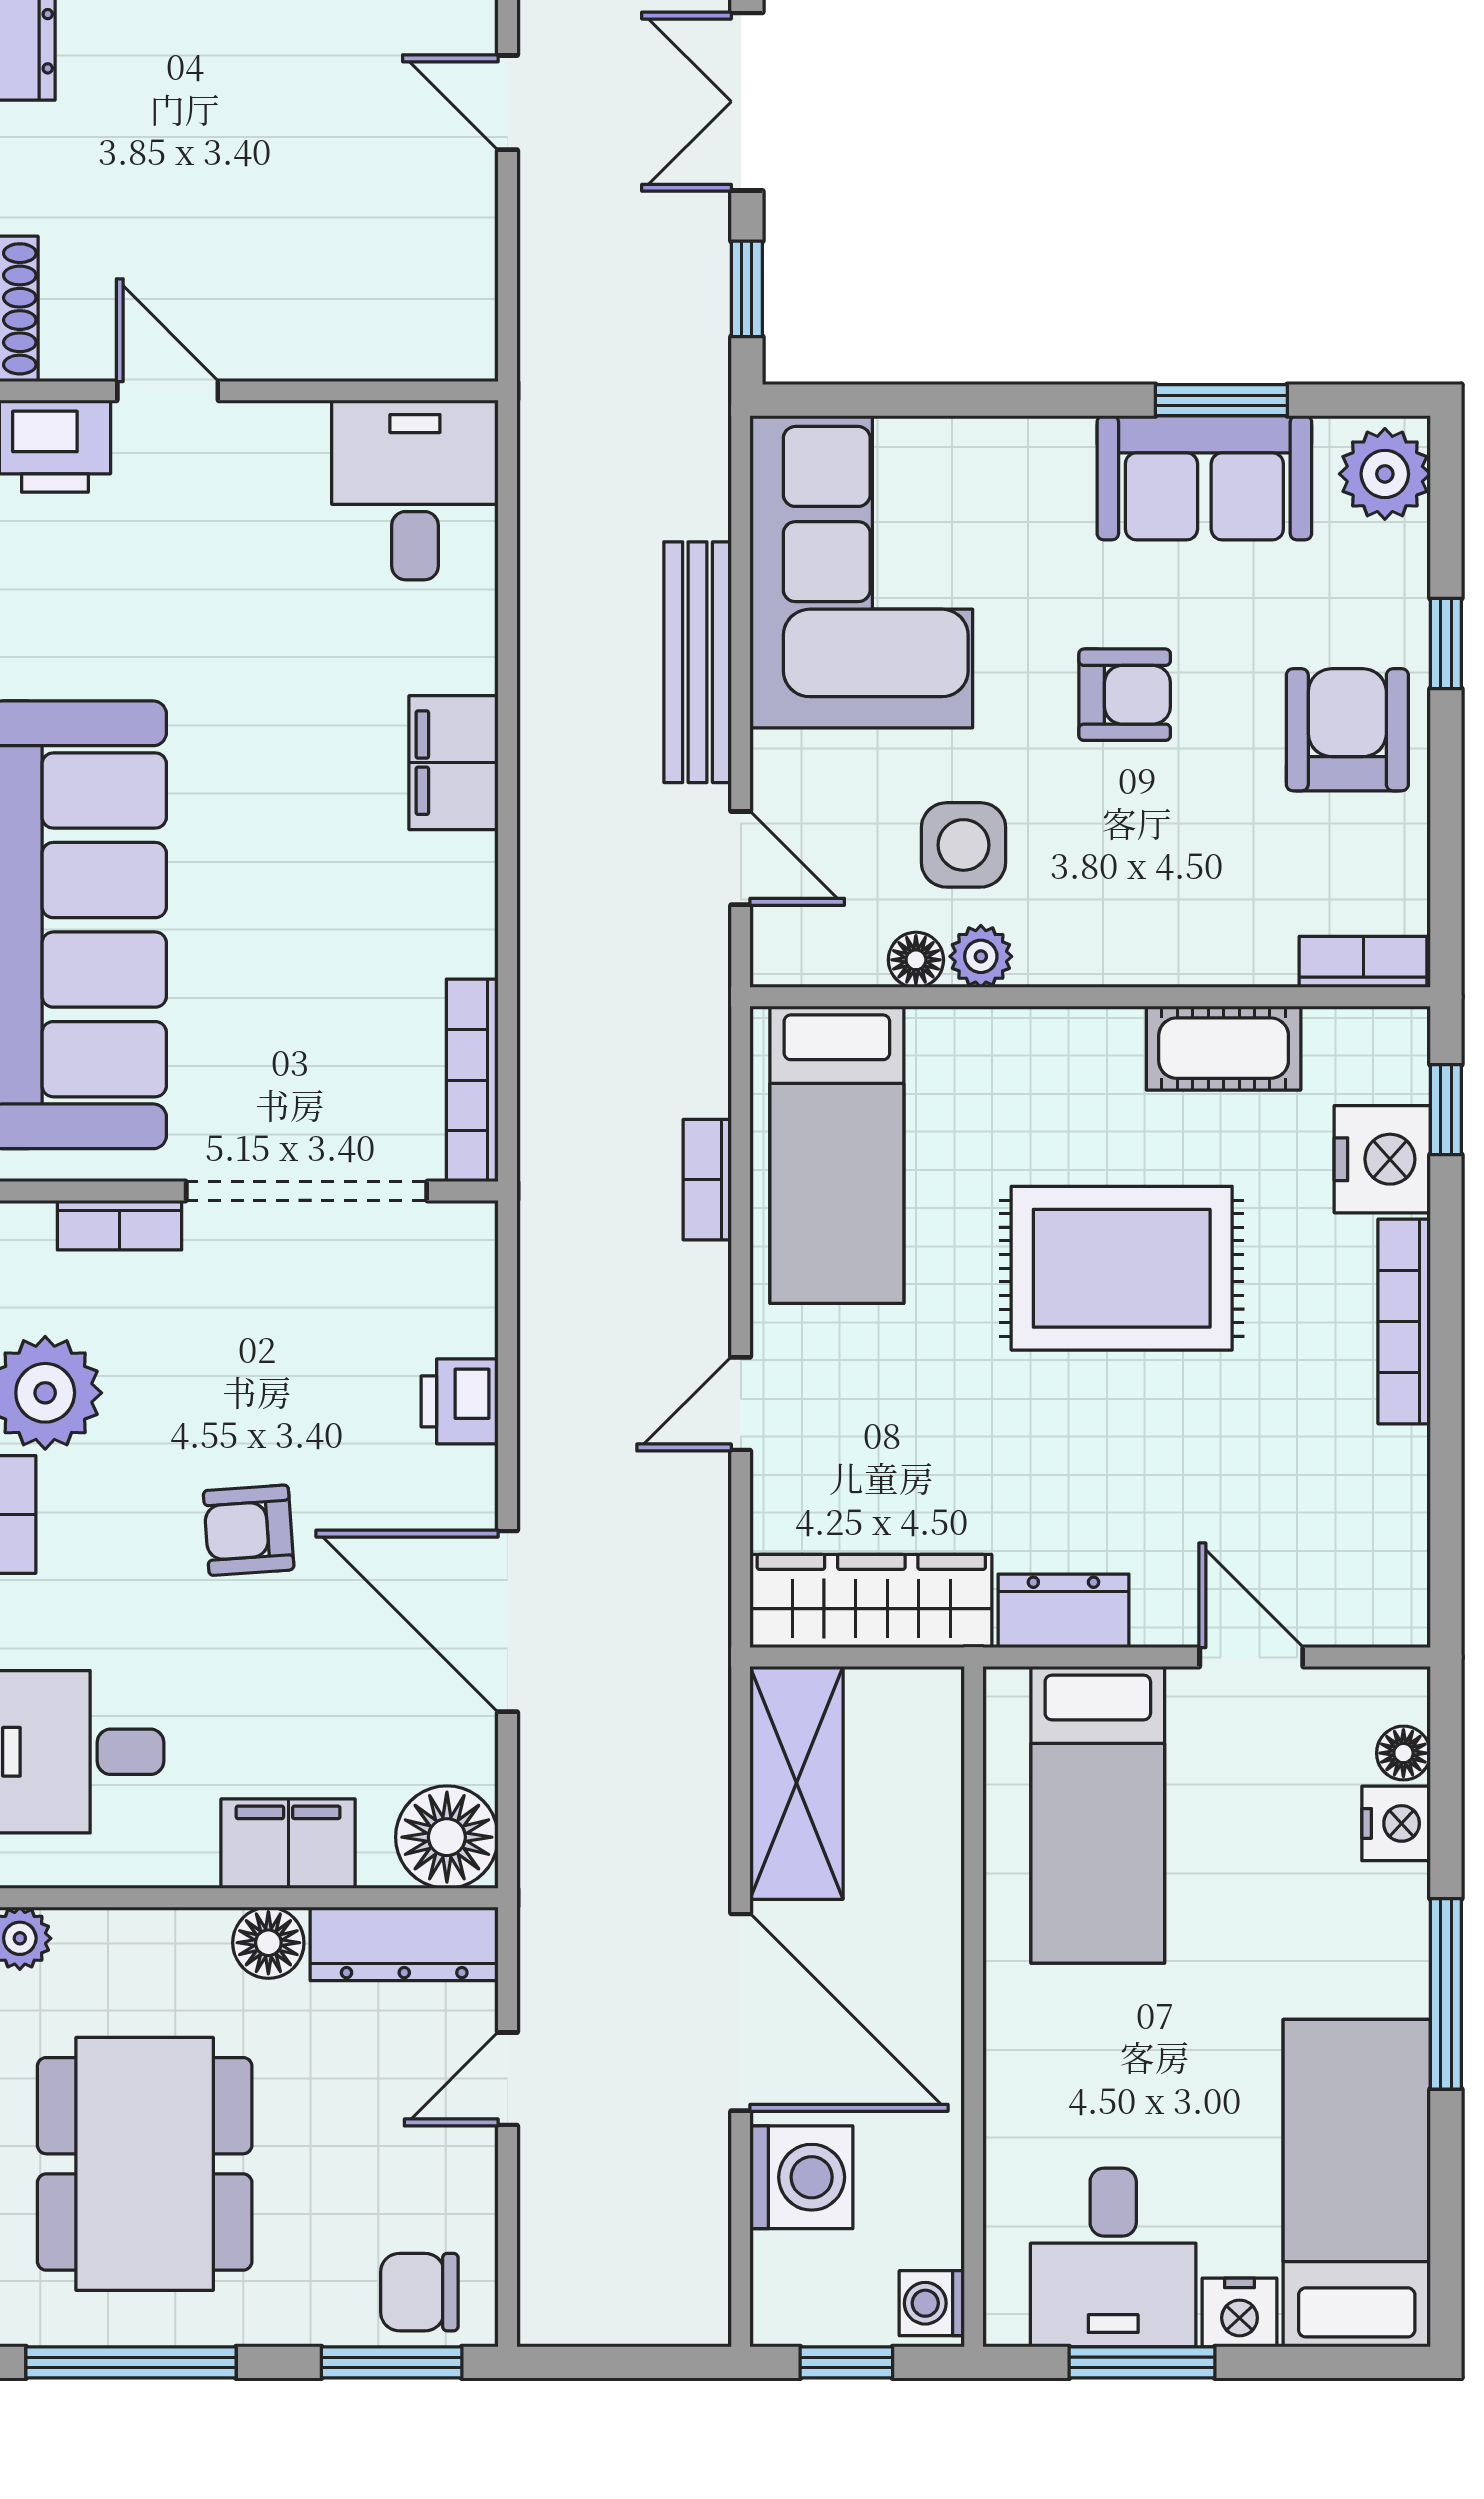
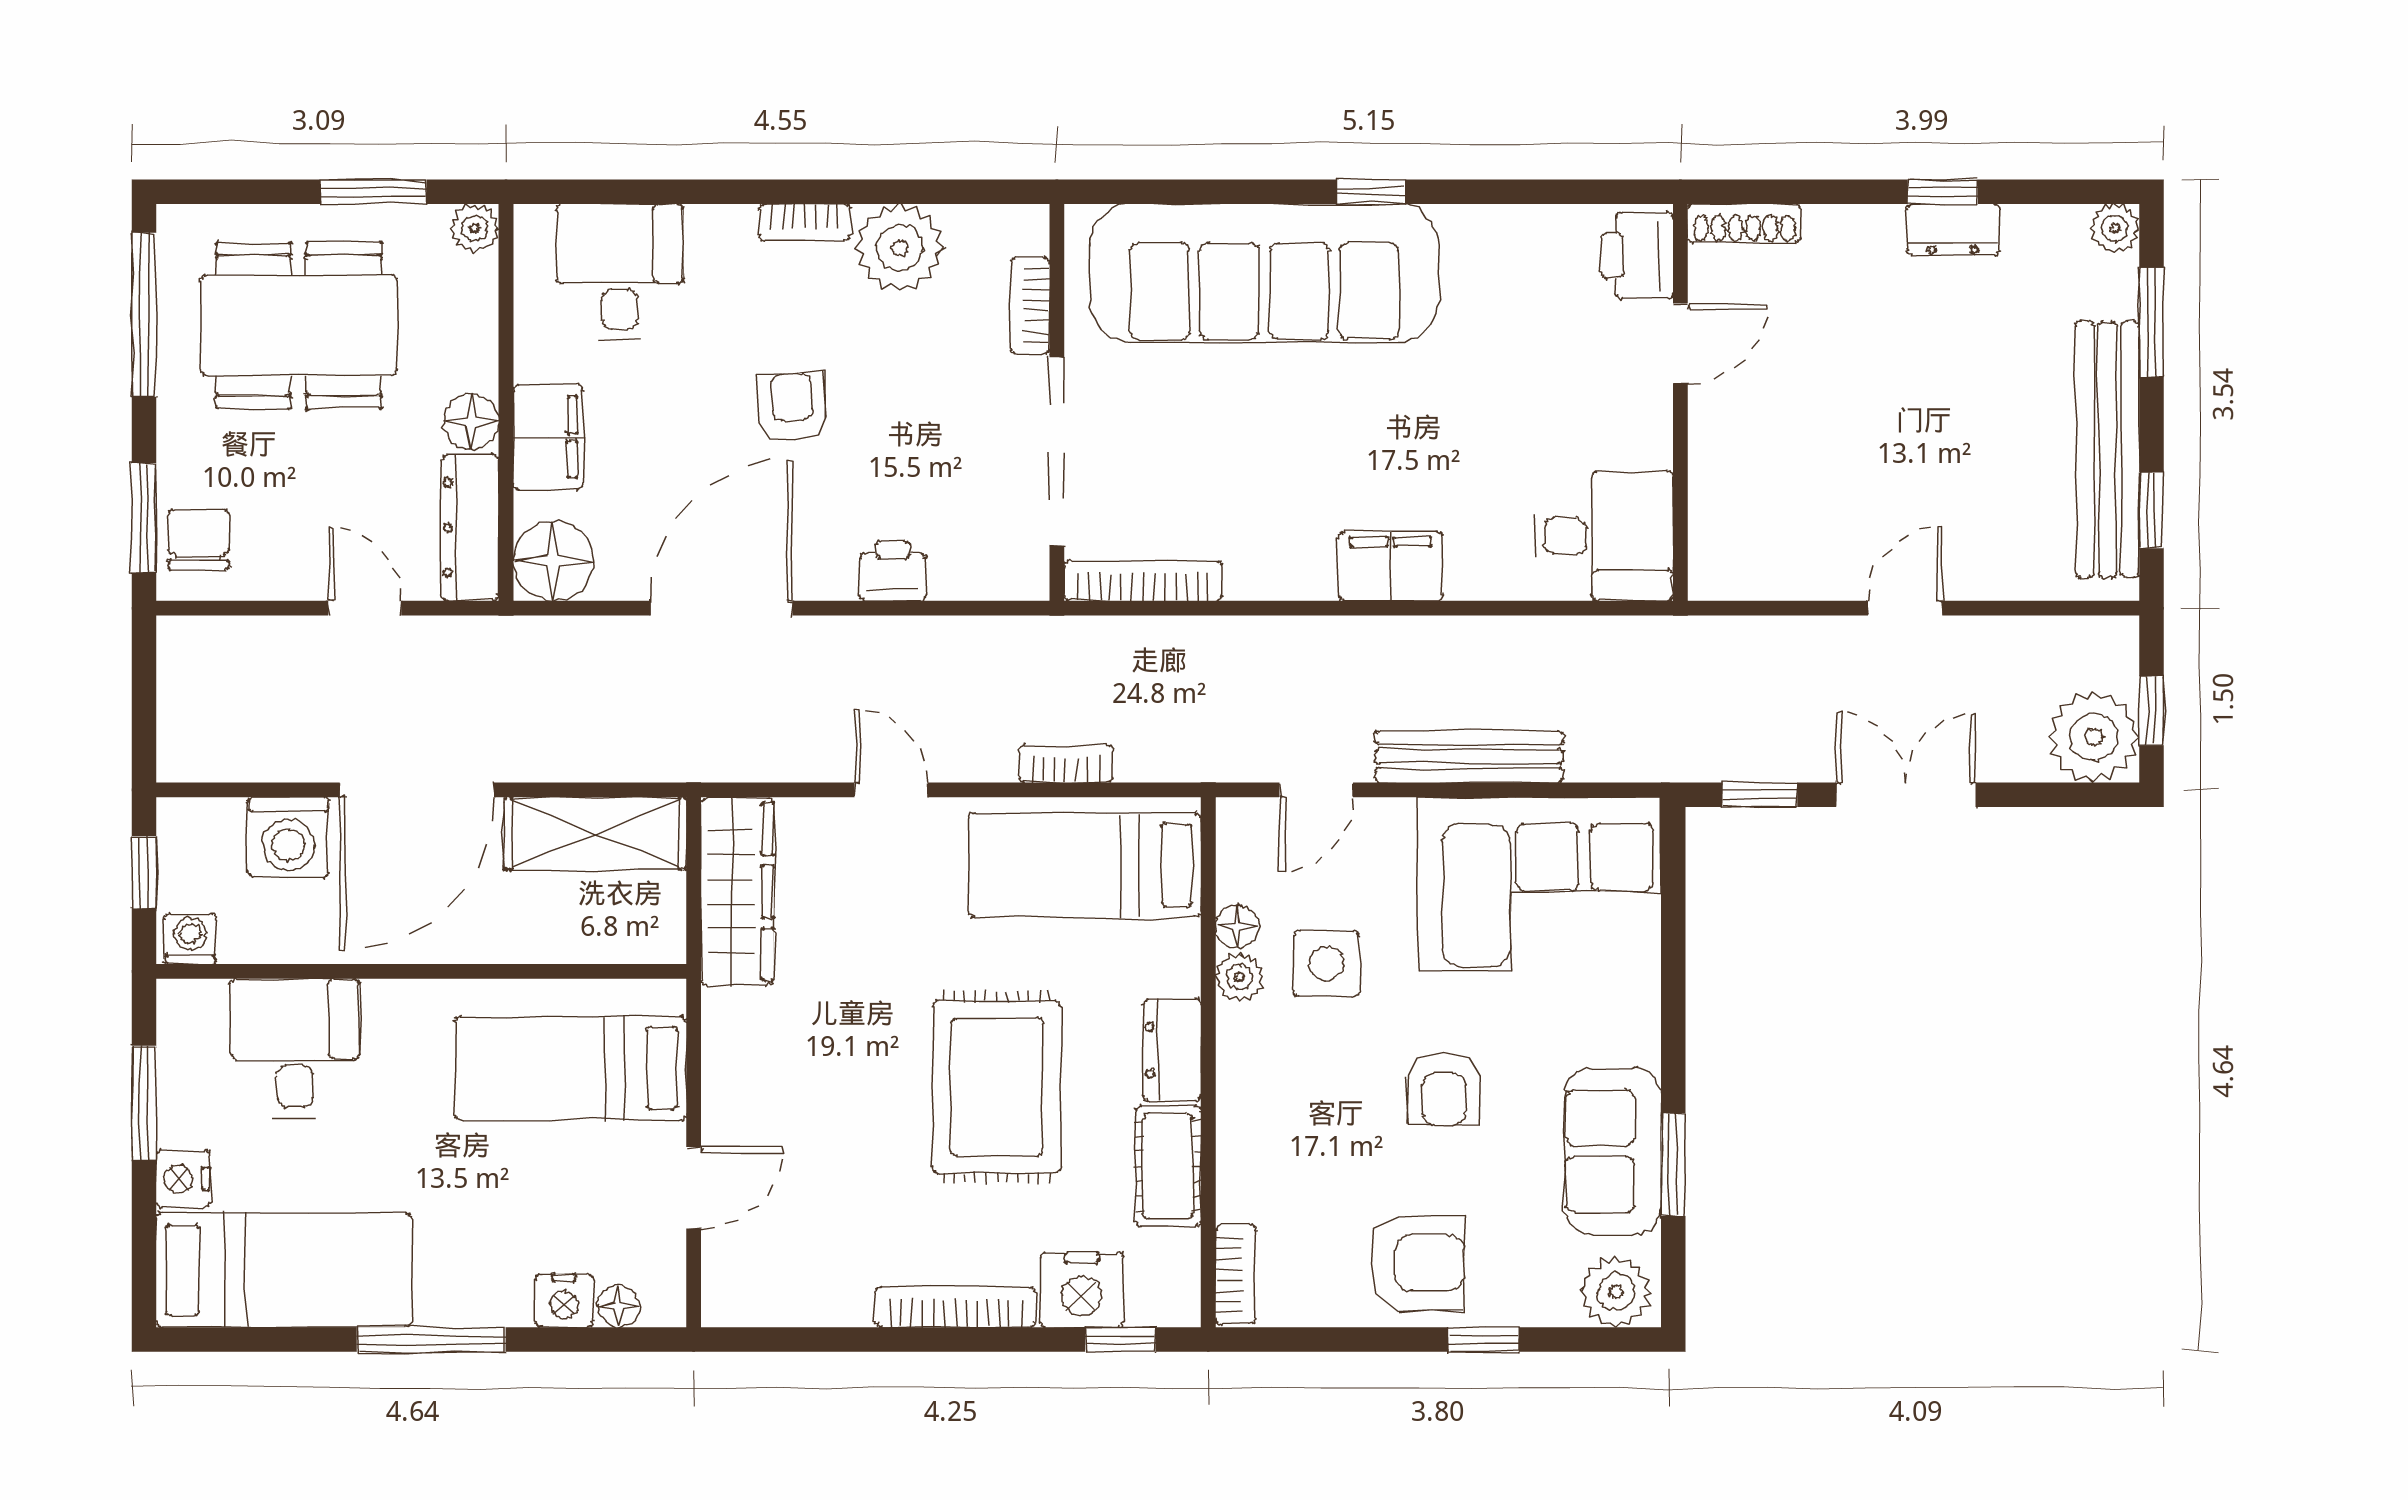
dresser: (1063, 1611) -> (1172, 1050), moved, turned 180
desk: (1113, 2257) -> (295, 1048), moved, turned 90

